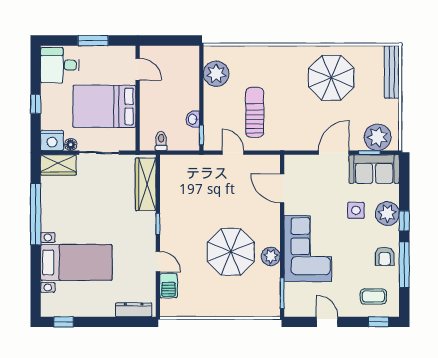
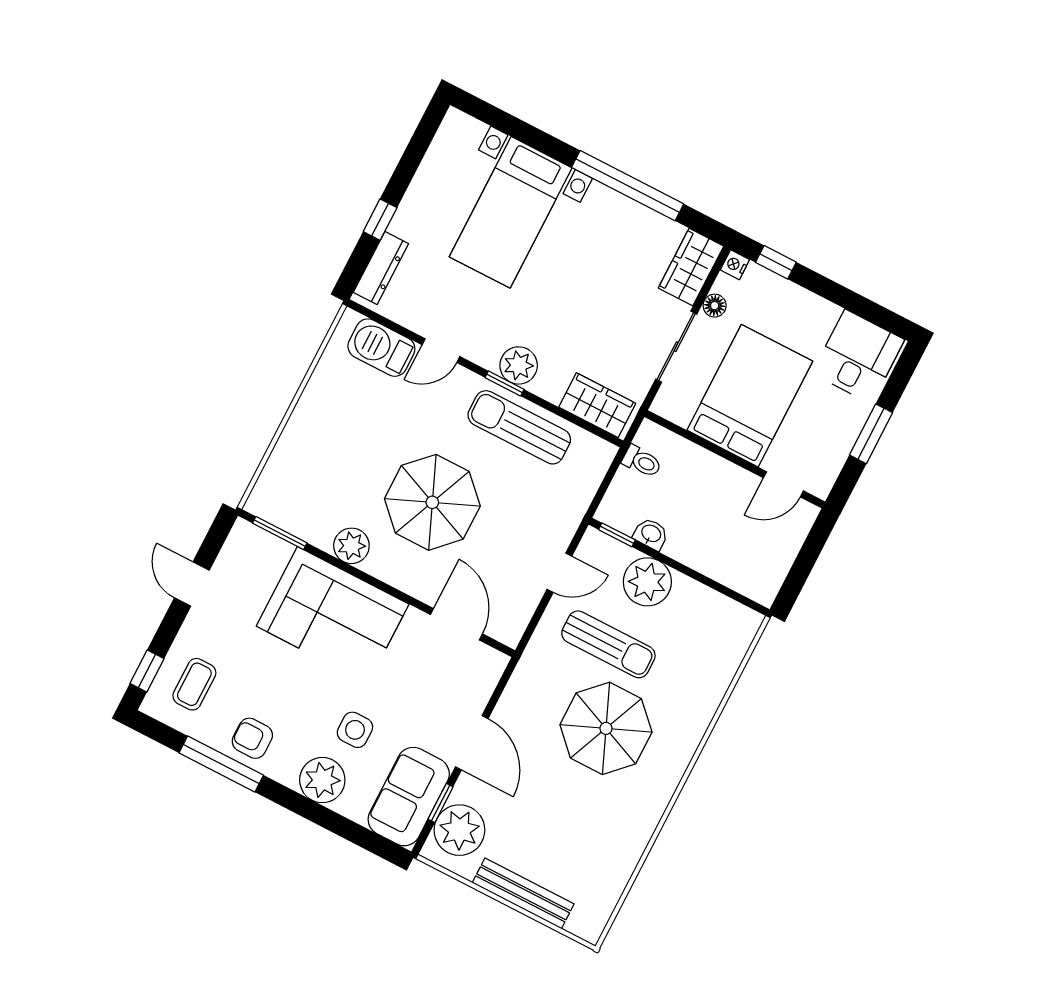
bench: (392, 72) -> (523, 893), moved
plant: (216, 74) -> (647, 582), moved
parasol: (331, 78) -> (606, 728), moved
window: (36, 104) -> (776, 262), moved
nightstand: (52, 140) -> (735, 265), width x0.53, depth x0.56
wardrobe: (146, 184) -> (597, 405), width x0.67
door: (282, 188) -> (456, 624), hinge flipped
sun lounger: (175, 207) -> (519, 427), added
window: (404, 221) -> (295, 802), removed
plant: (146, 222) -> (519, 365), added
parasol: (231, 252) -> (432, 502), moved
barbecue: (168, 286) -> (381, 348), width x1.38, depth x1.27
window: (64, 322) -> (380, 220), moved
door: (327, 322) -> (192, 584), swing flipped

